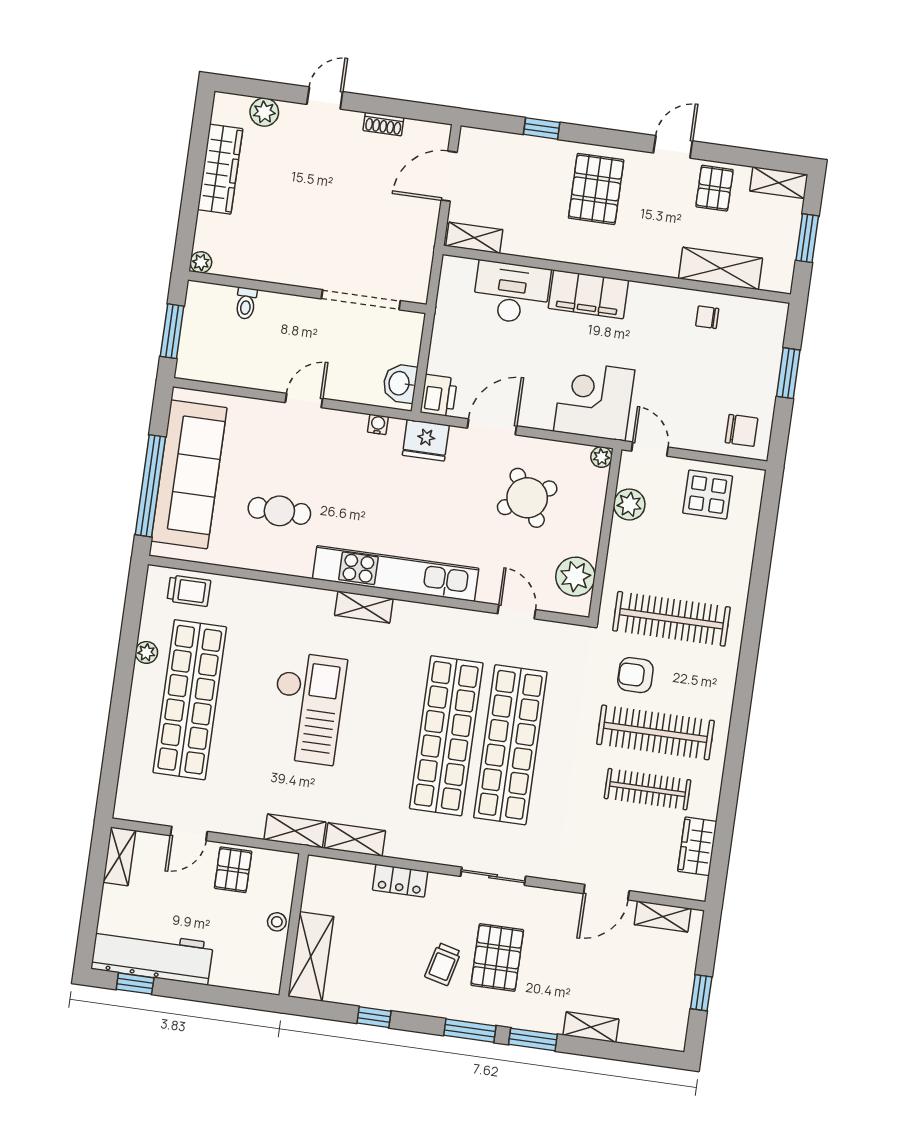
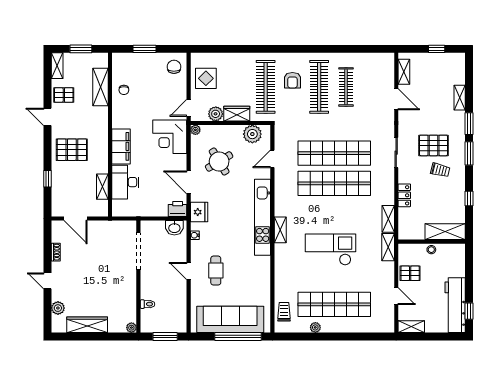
shelving: (474, 238) -> (102, 187), moved
cafe table: (279, 511) -> (216, 271), moved
armchair: (635, 675) -> (292, 80), moved
wardrobe: (697, 846) -> (237, 114), moved, turned 180

